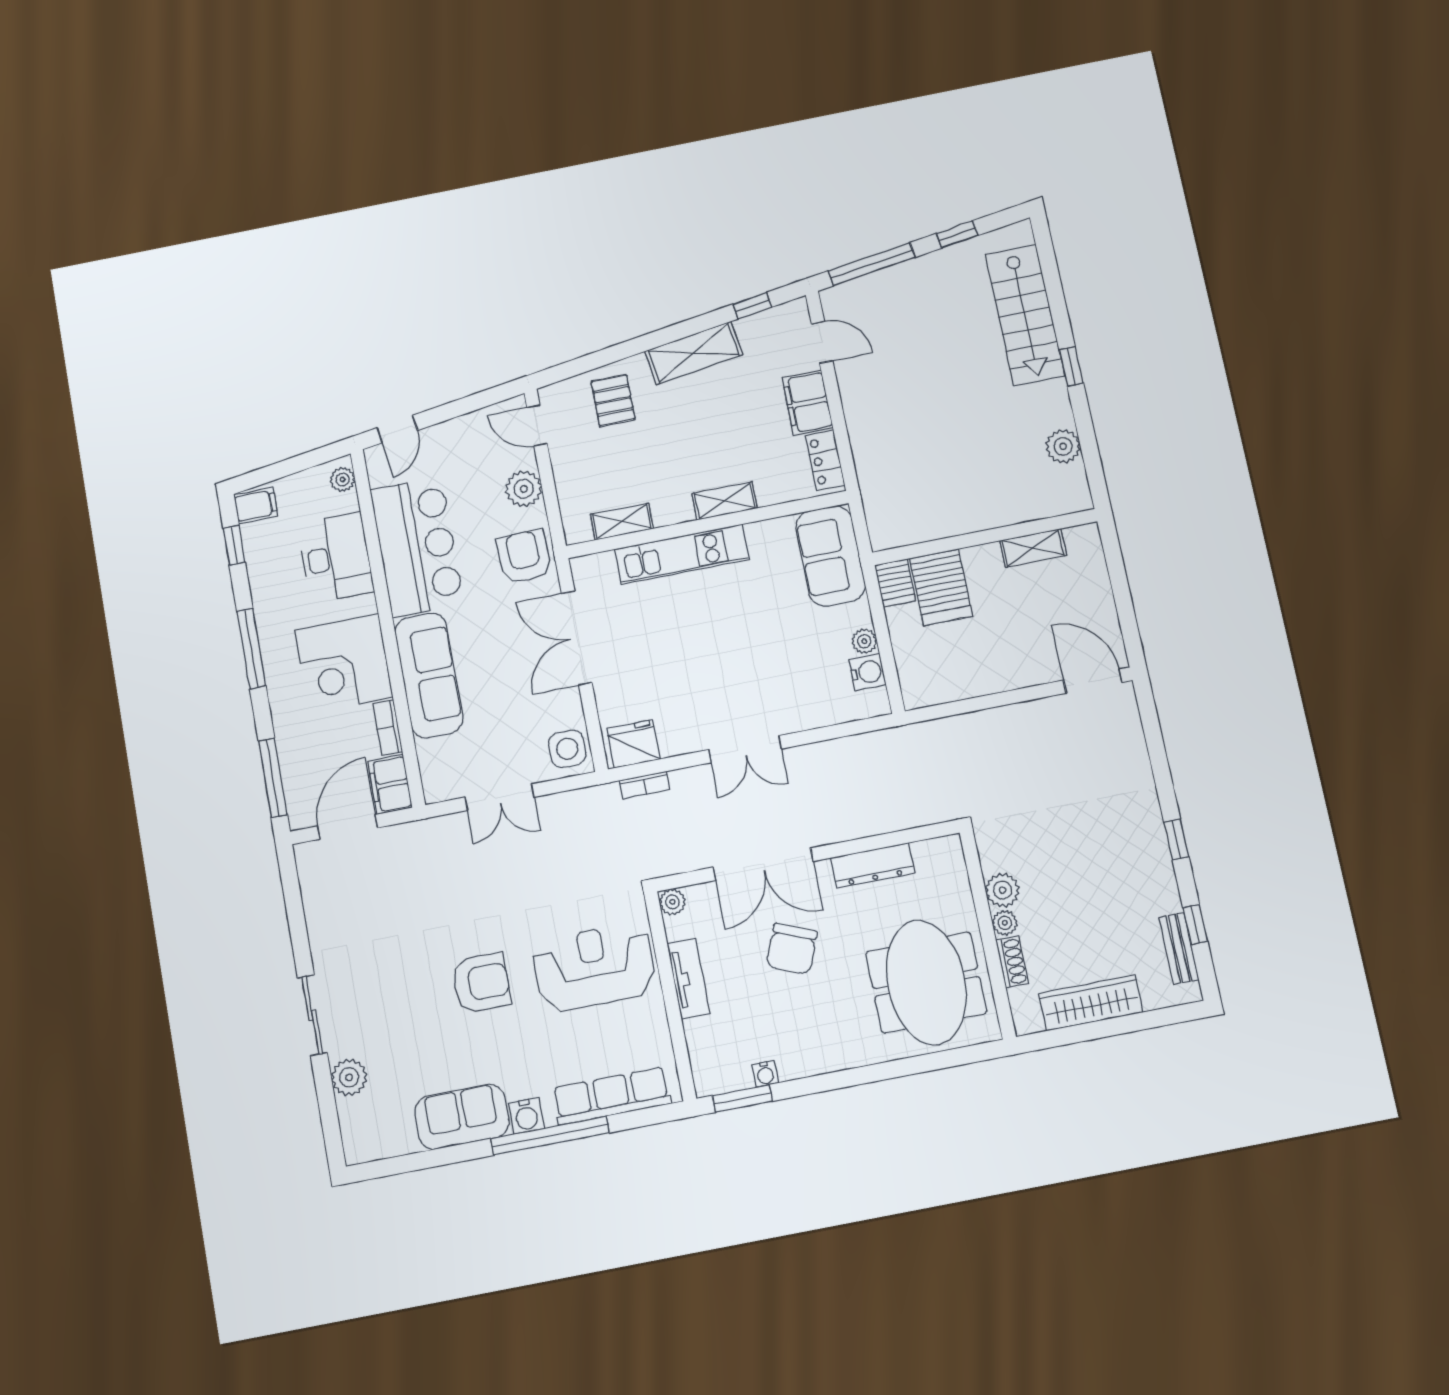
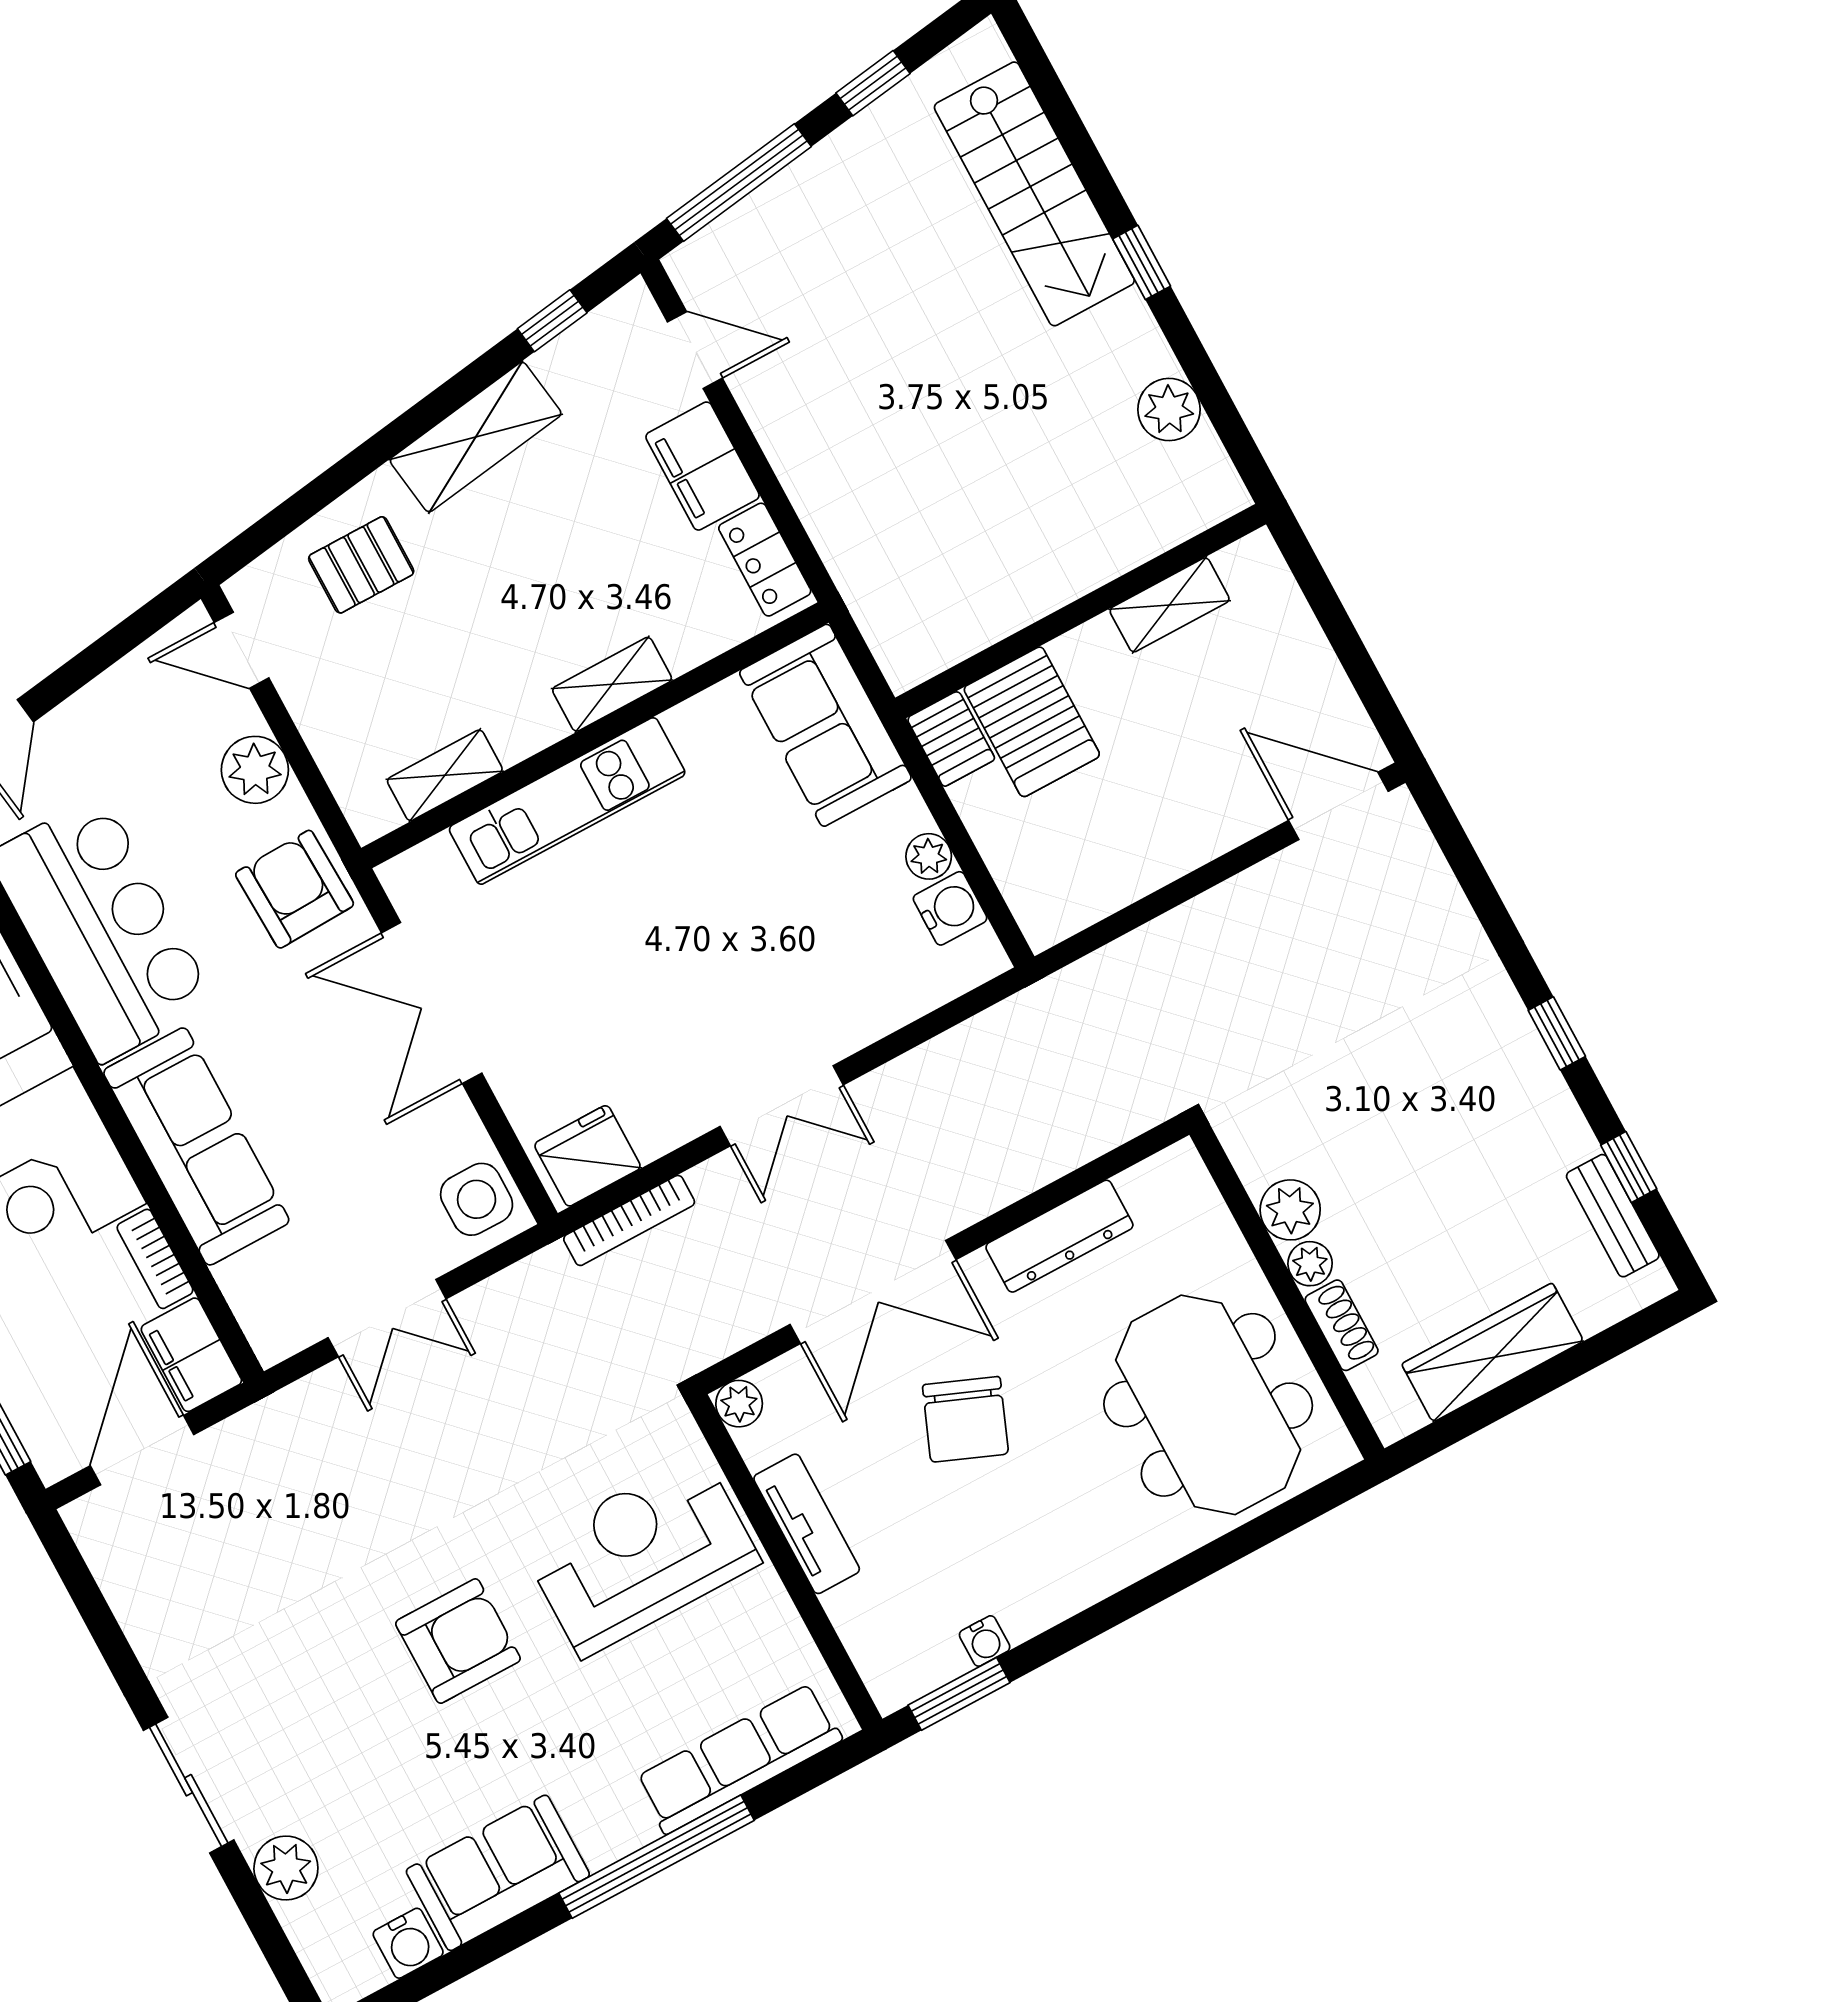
pallet: (613, 400) -> (361, 565), turned 90
bookcase: (645, 785) -> (629, 1220), width x1.56
water cooler: (526, 1116) -> (408, 1943), moved

